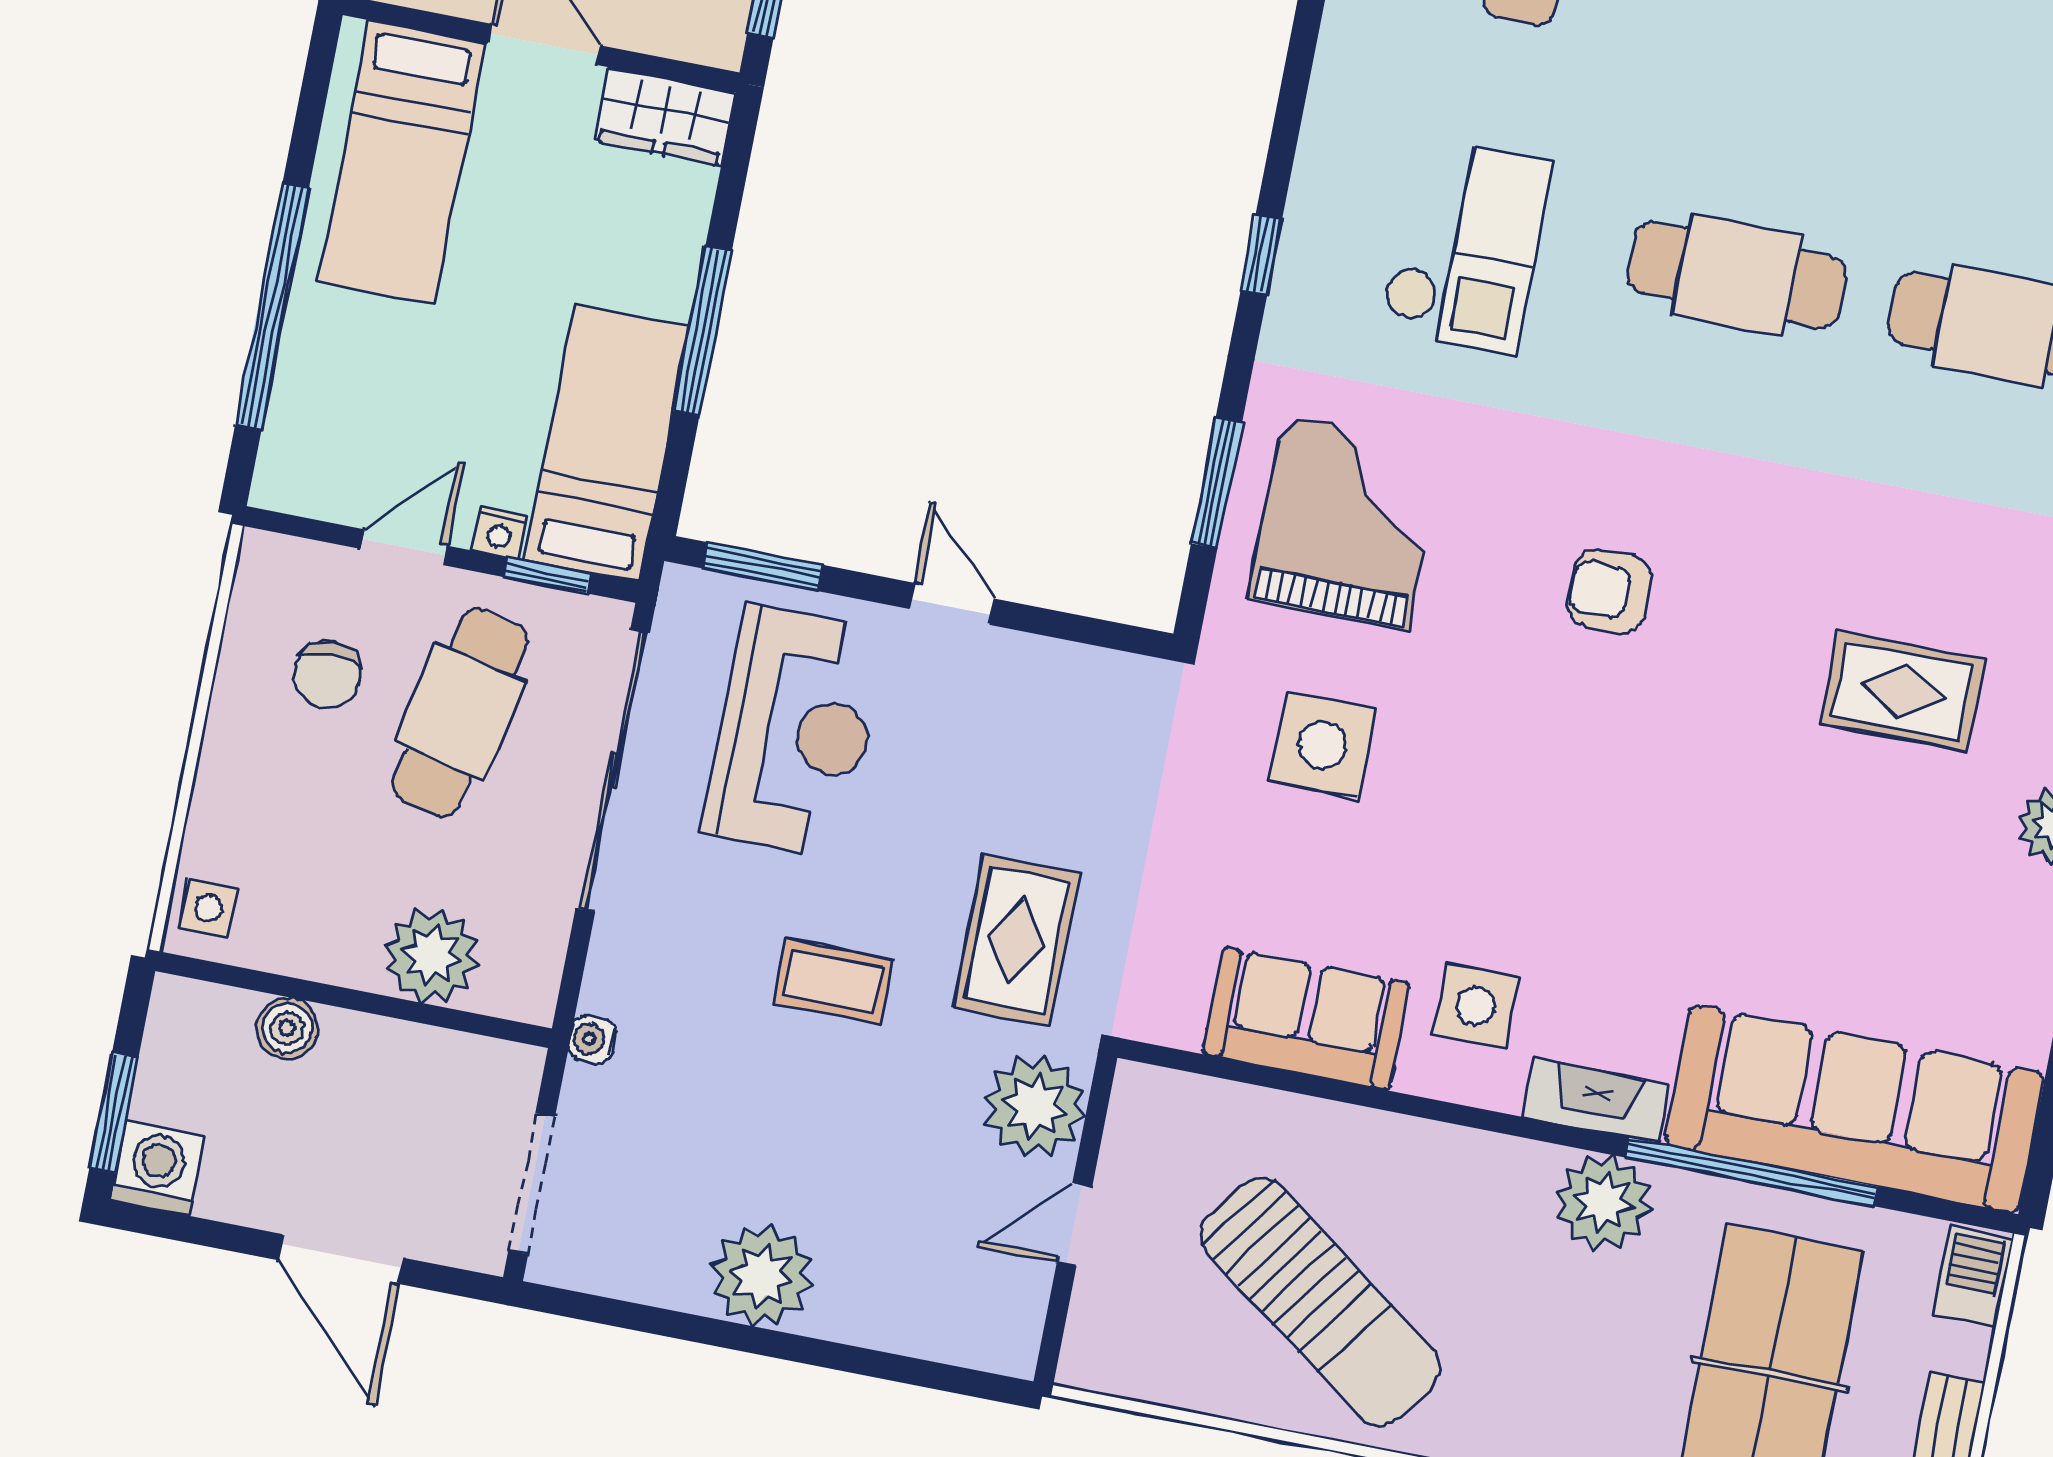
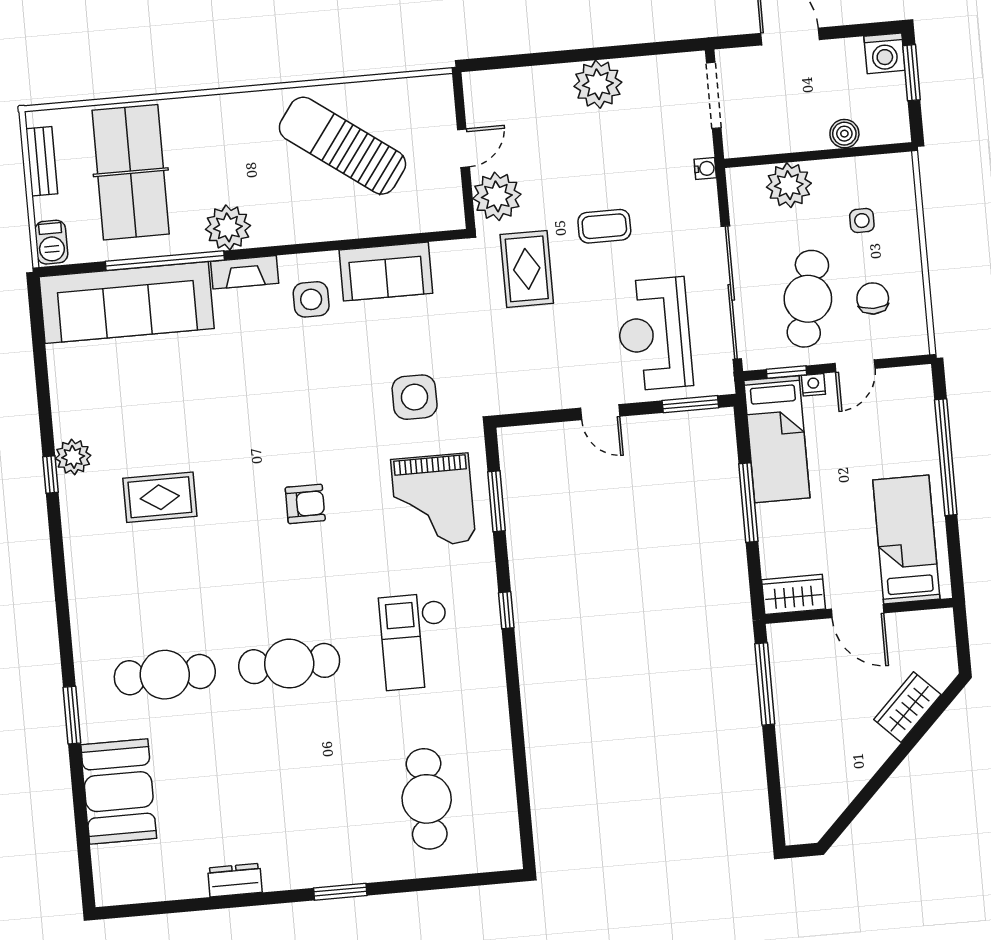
side table: (208, 908) -> (862, 221), moved

